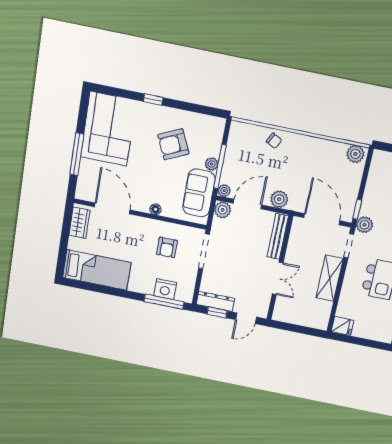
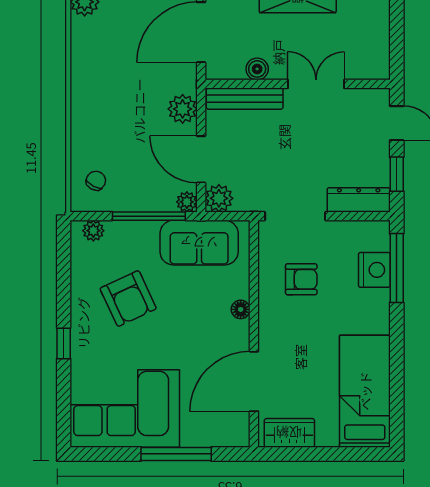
chair: (274, 141) -> (96, 181), moved
plant: (212, 164) -> (93, 231), moved
boiler: (293, 247) -> (257, 69), added
dresser: (215, 301) -> (359, 200), moved, turned 90

